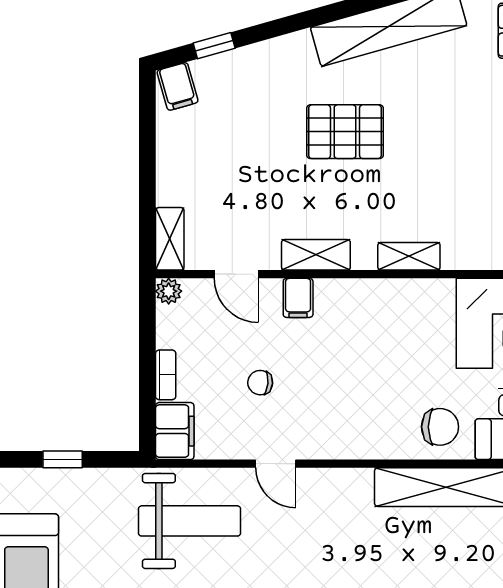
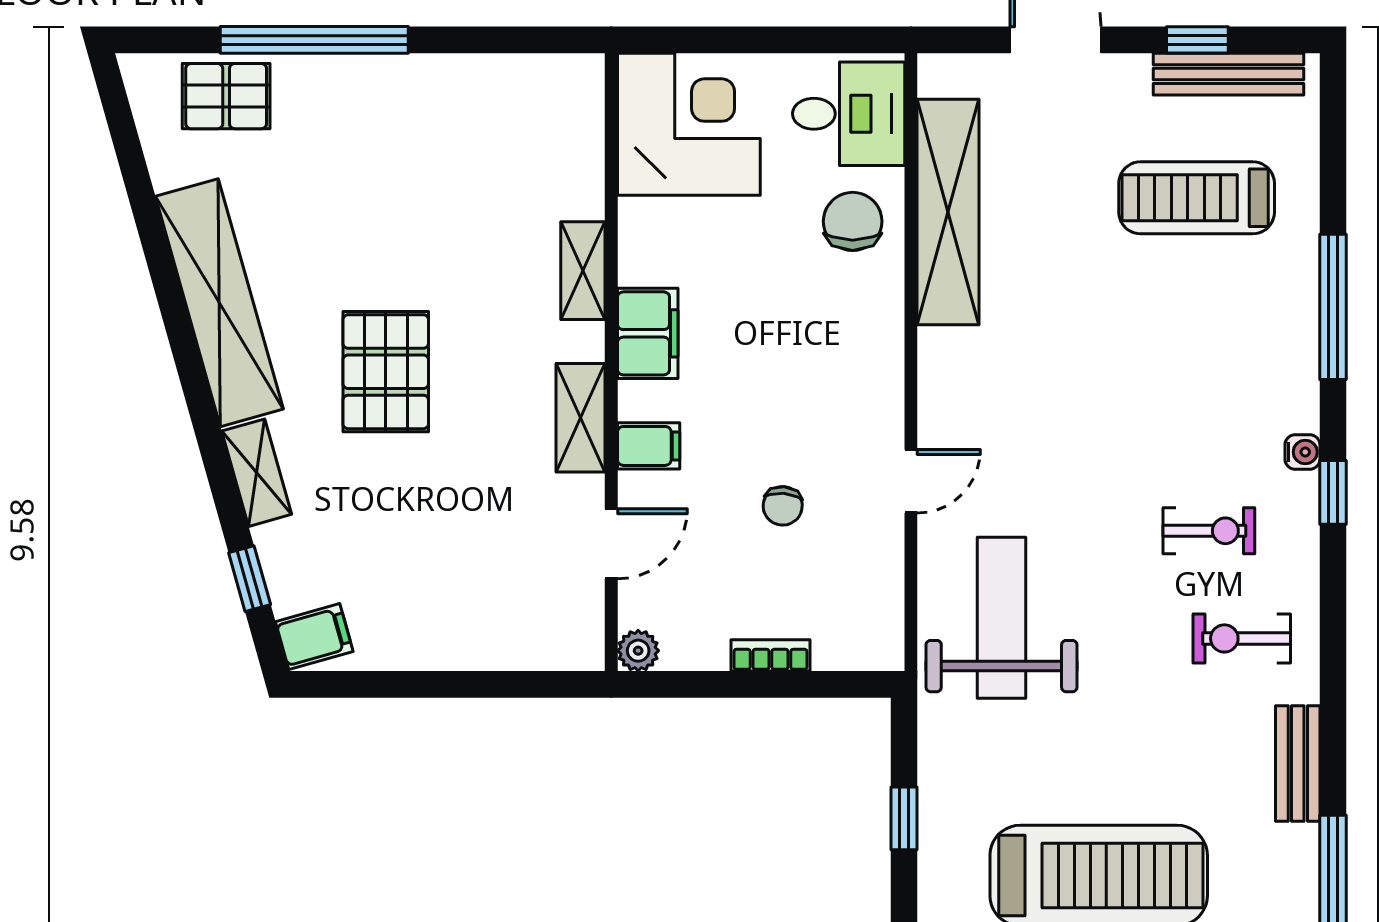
shelving: (170, 239) -> (257, 473), moved, turned 74
filing cabinet: (175, 431) -> (648, 333), moved, turned 90

